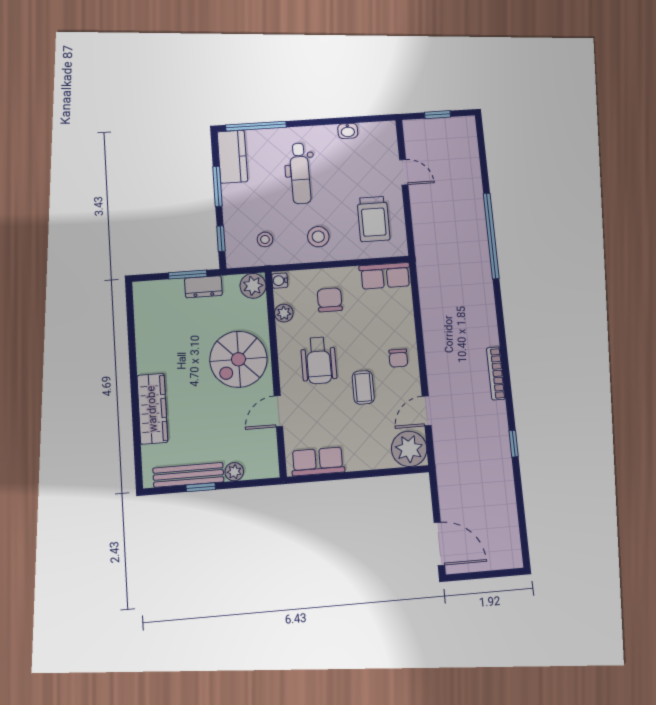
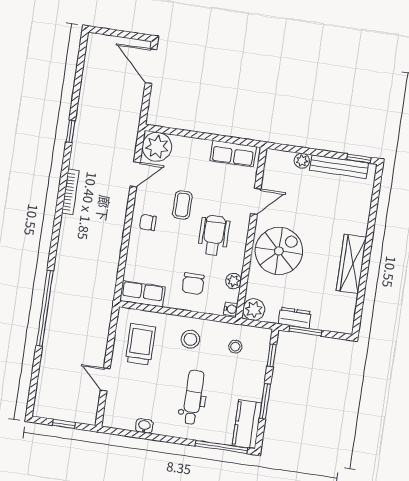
chair: (398, 358) -> (148, 223), turned -90
wardrobe: (152, 409) -> (351, 264), moved
window: (201, 487) -> (359, 159), moved

